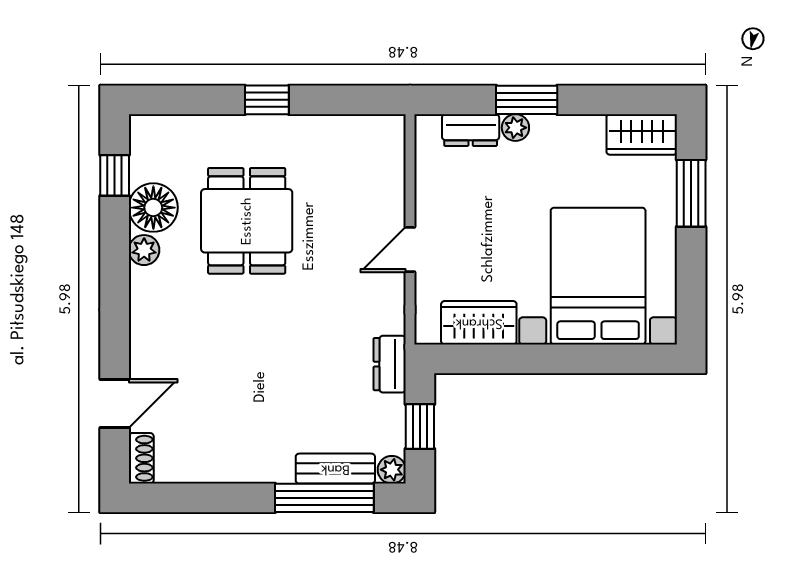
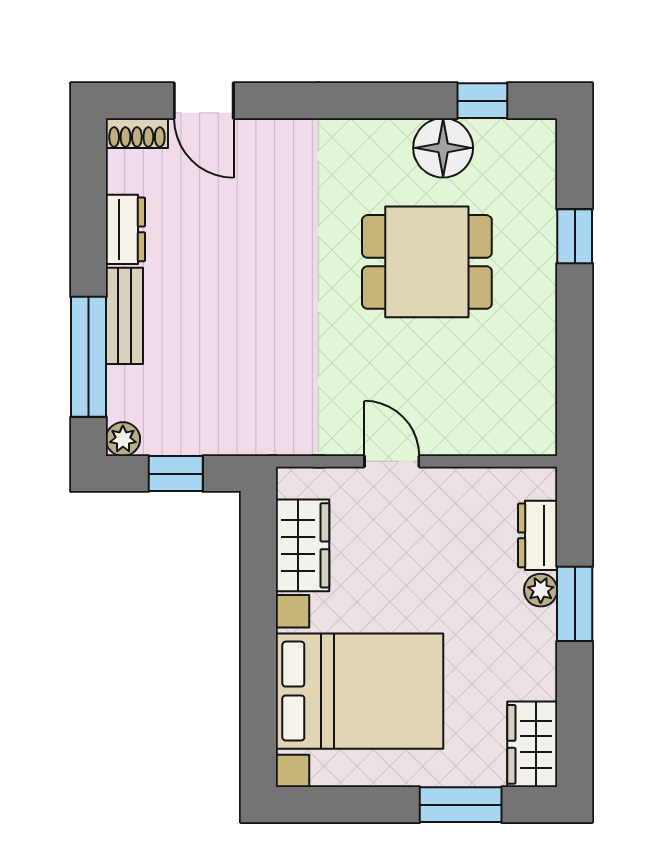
window: (267, 100) -> (575, 236), moved
plant: (144, 250) -> (391, 137), removed
dresser: (390, 364) -> (125, 229), moved, turned 90
bench: (335, 469) -> (124, 316), moved

